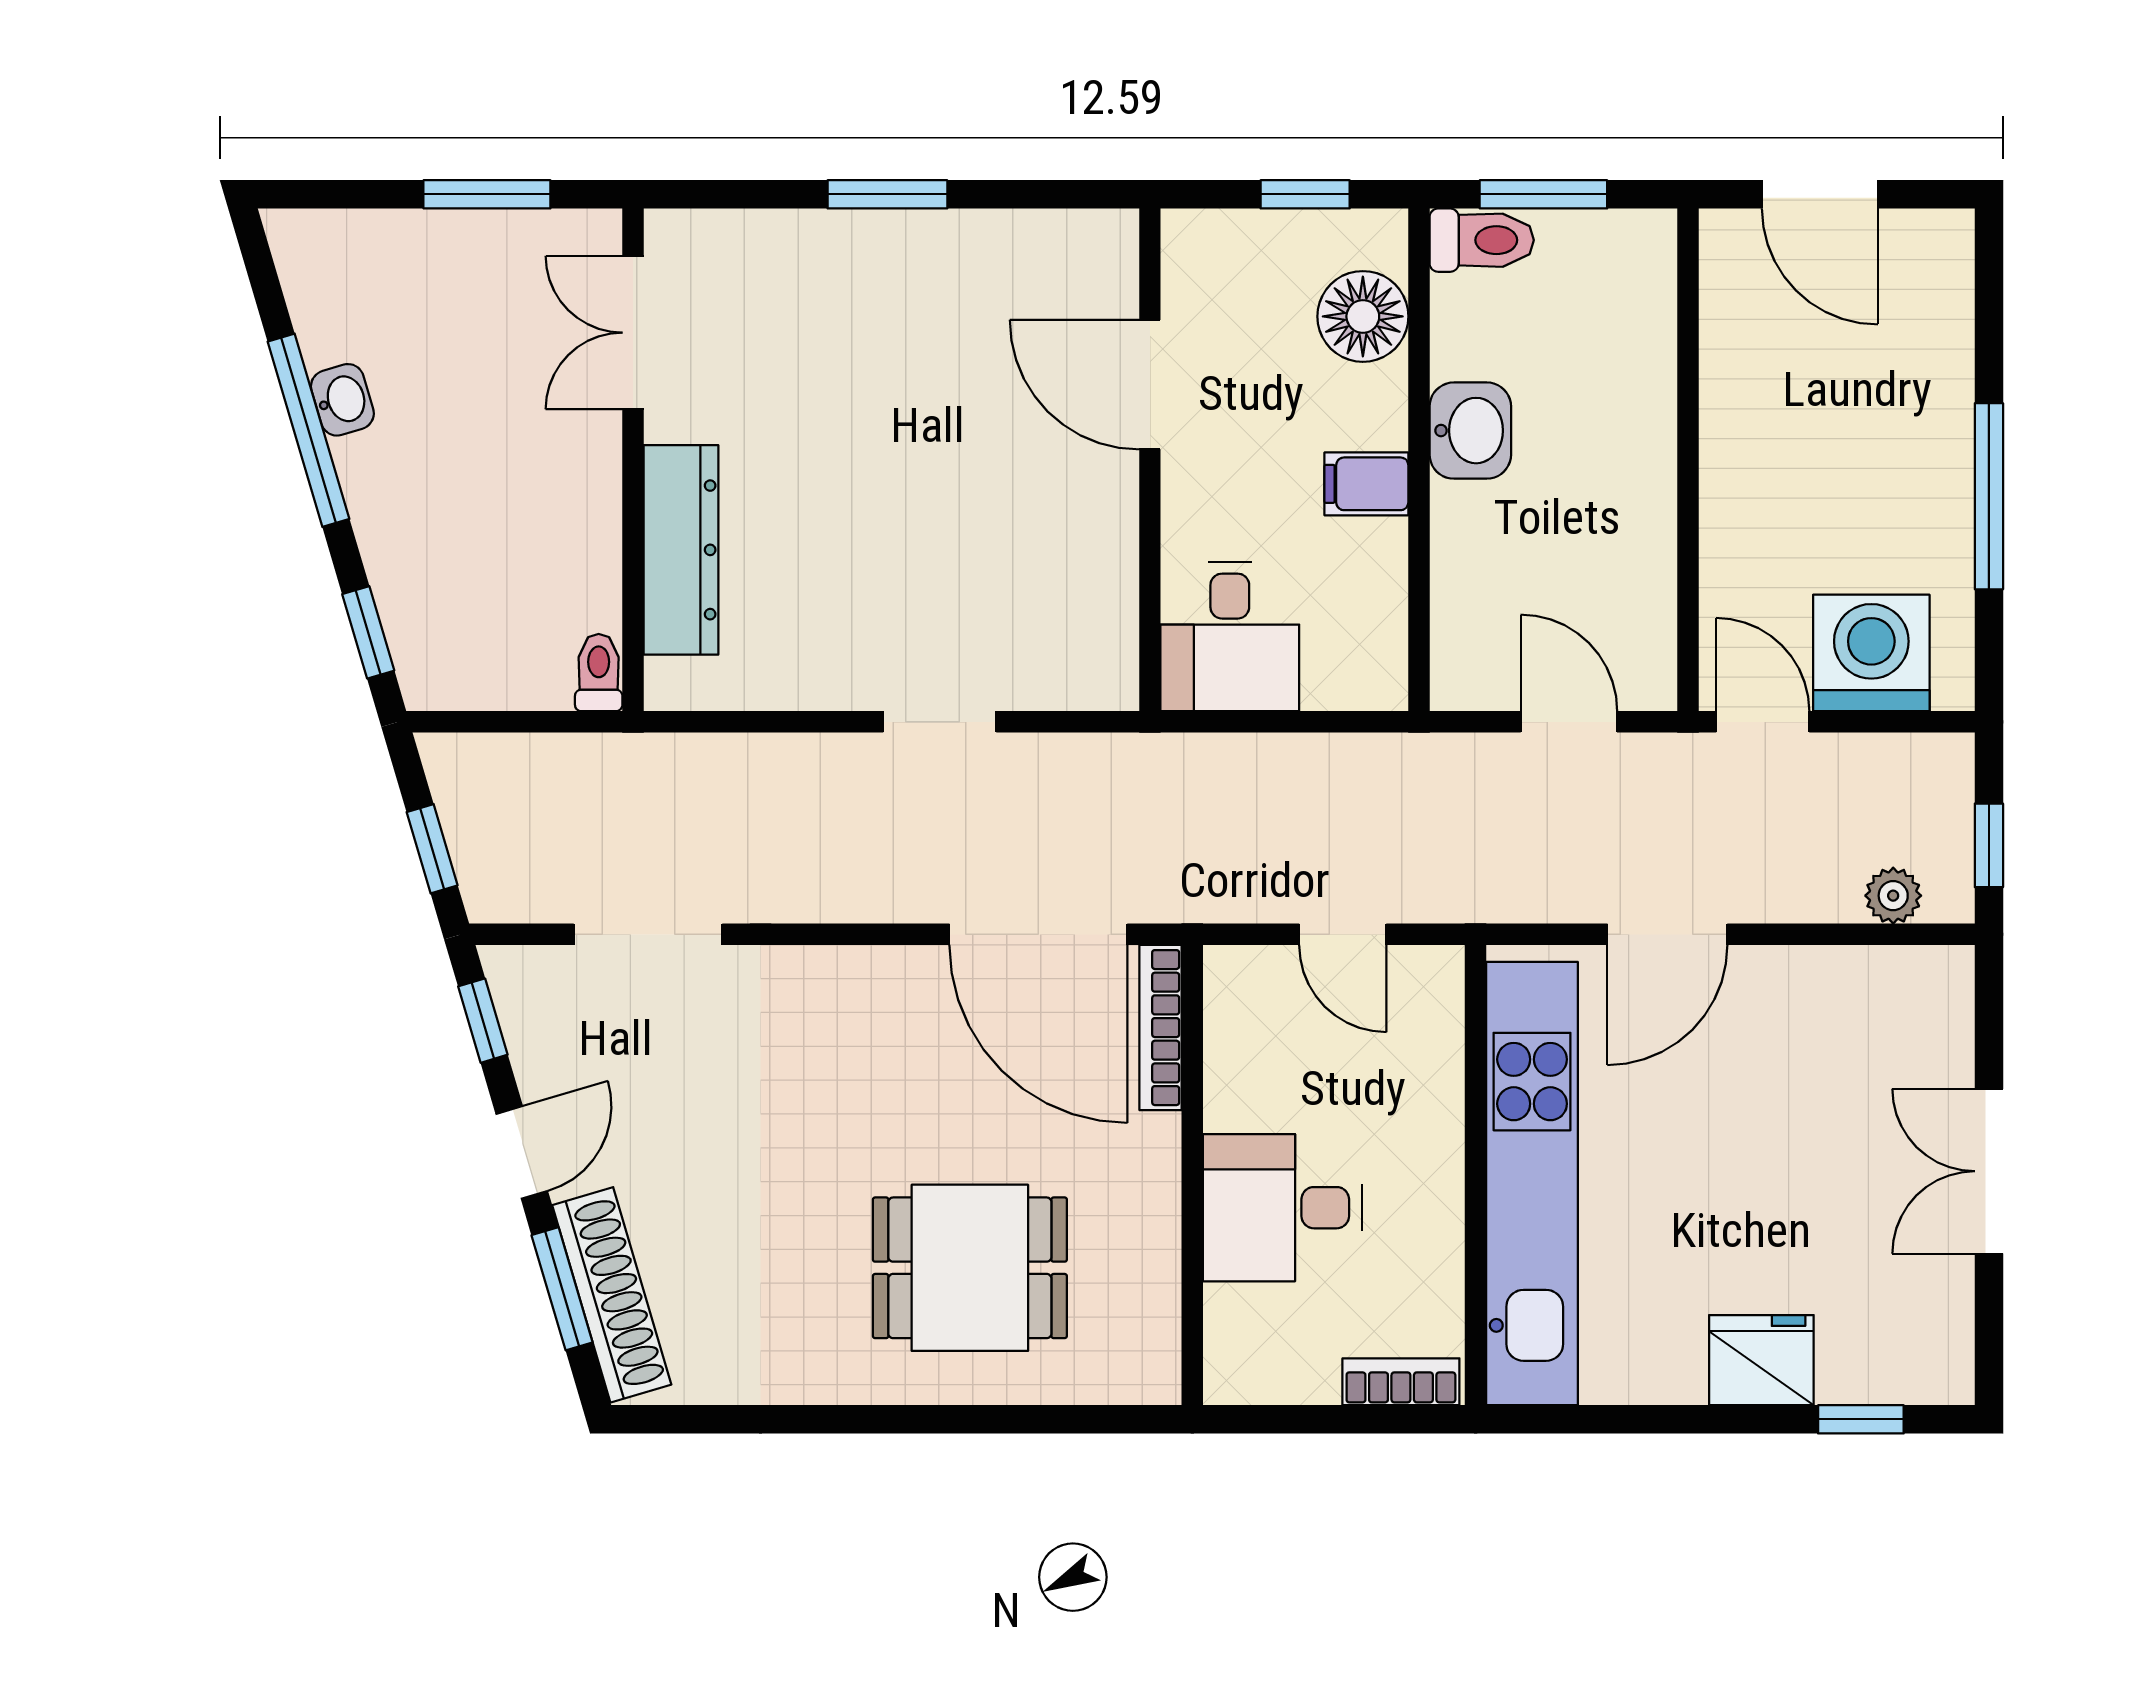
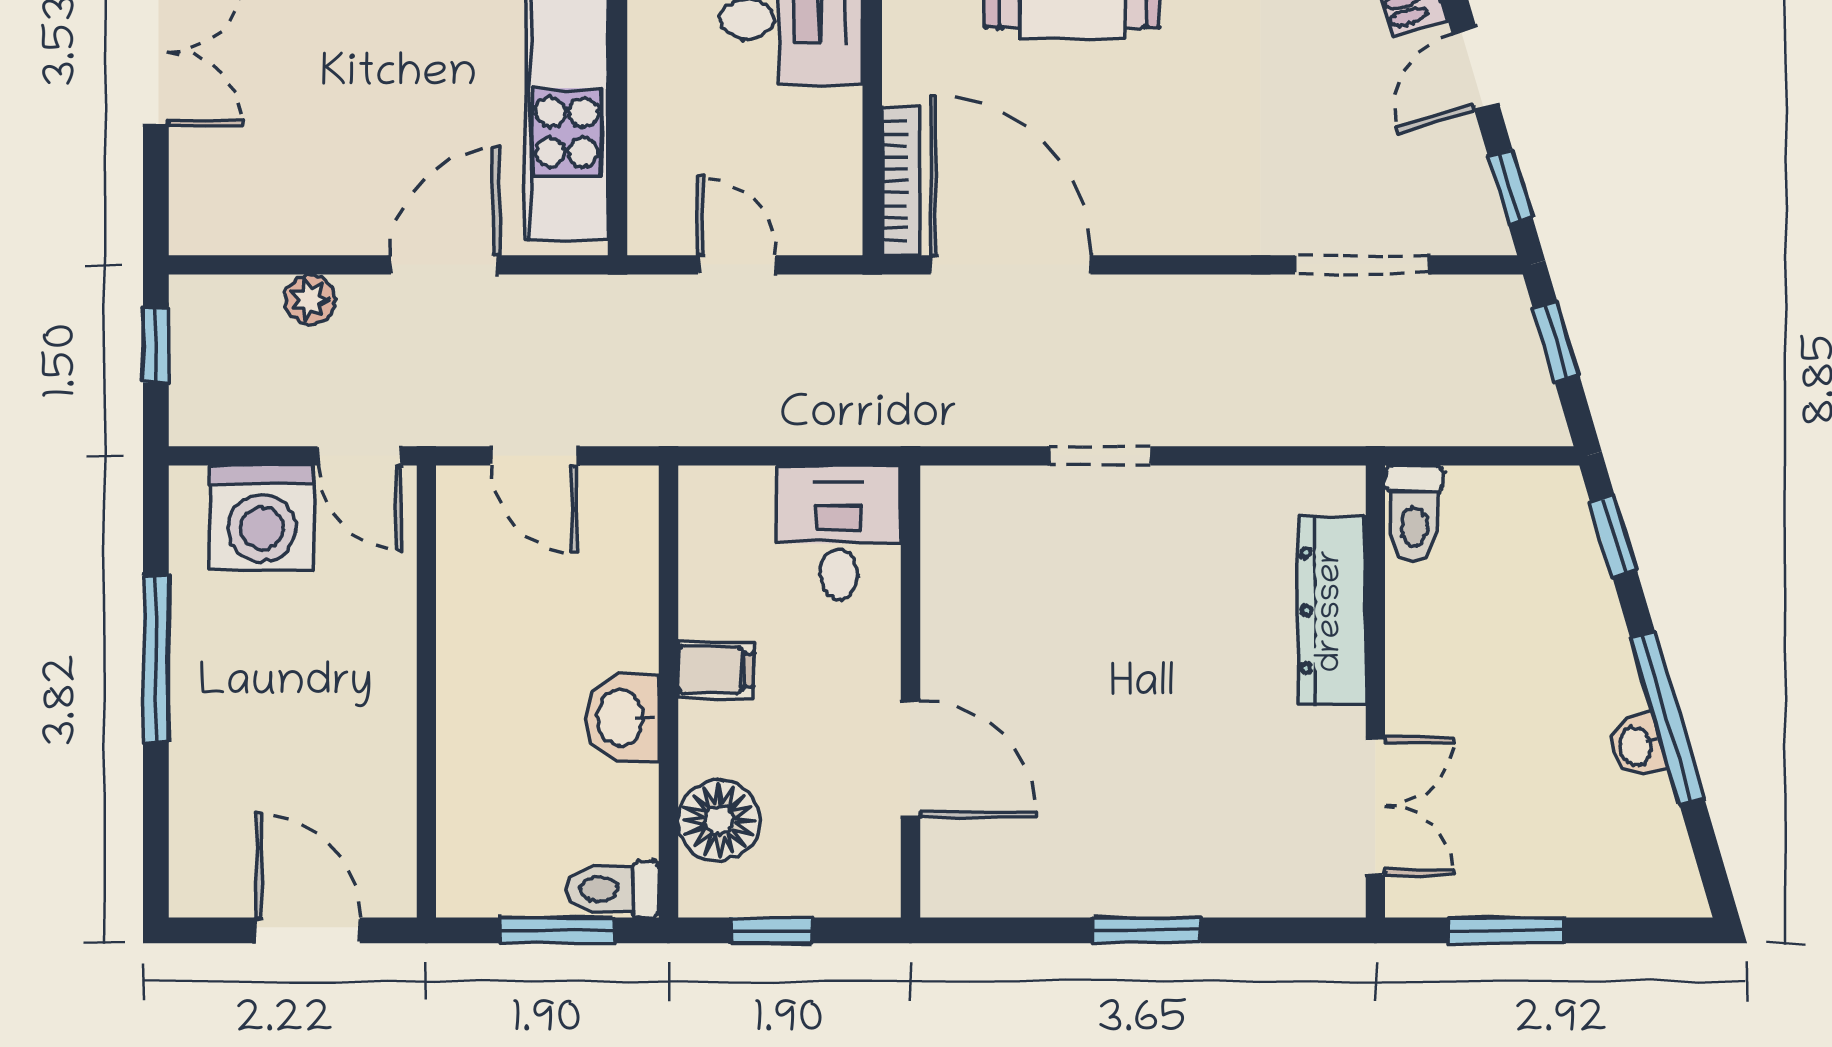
toilet: (599, 673) -> (1414, 514), width x1.37, depth x1.39
plant: (1893, 896) -> (310, 300), moved

